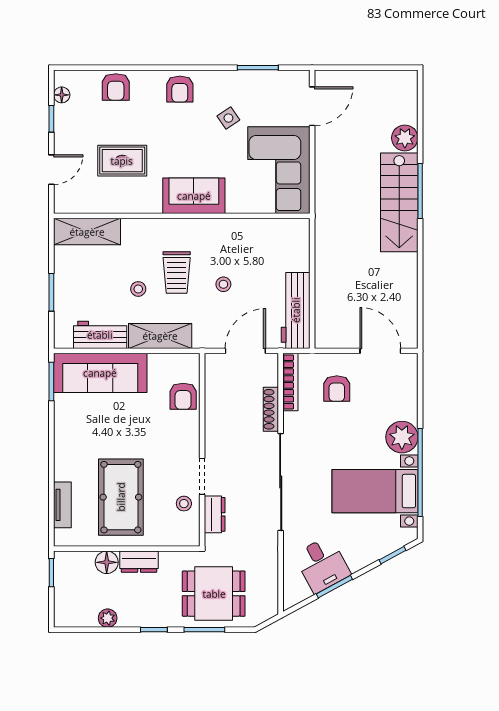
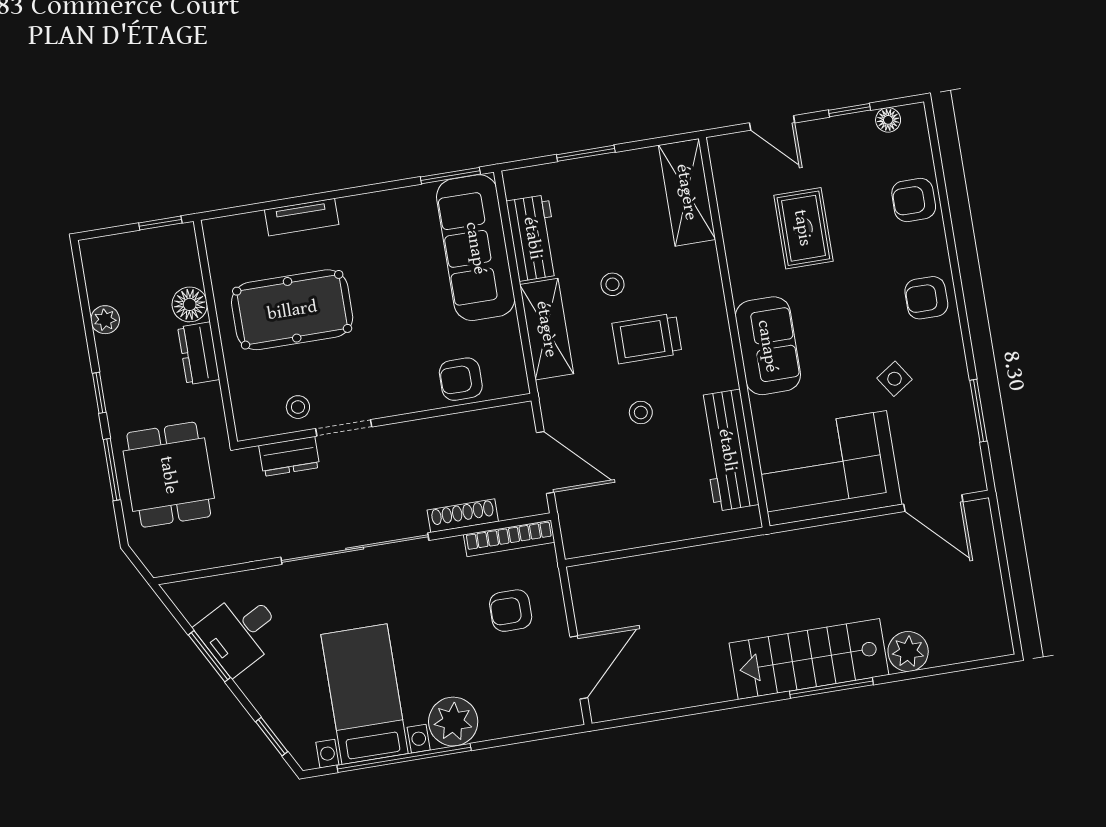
workbench: (296, 310) -> (728, 450), moved, turned -90
tv unit: (62, 505) -> (302, 217), moved

